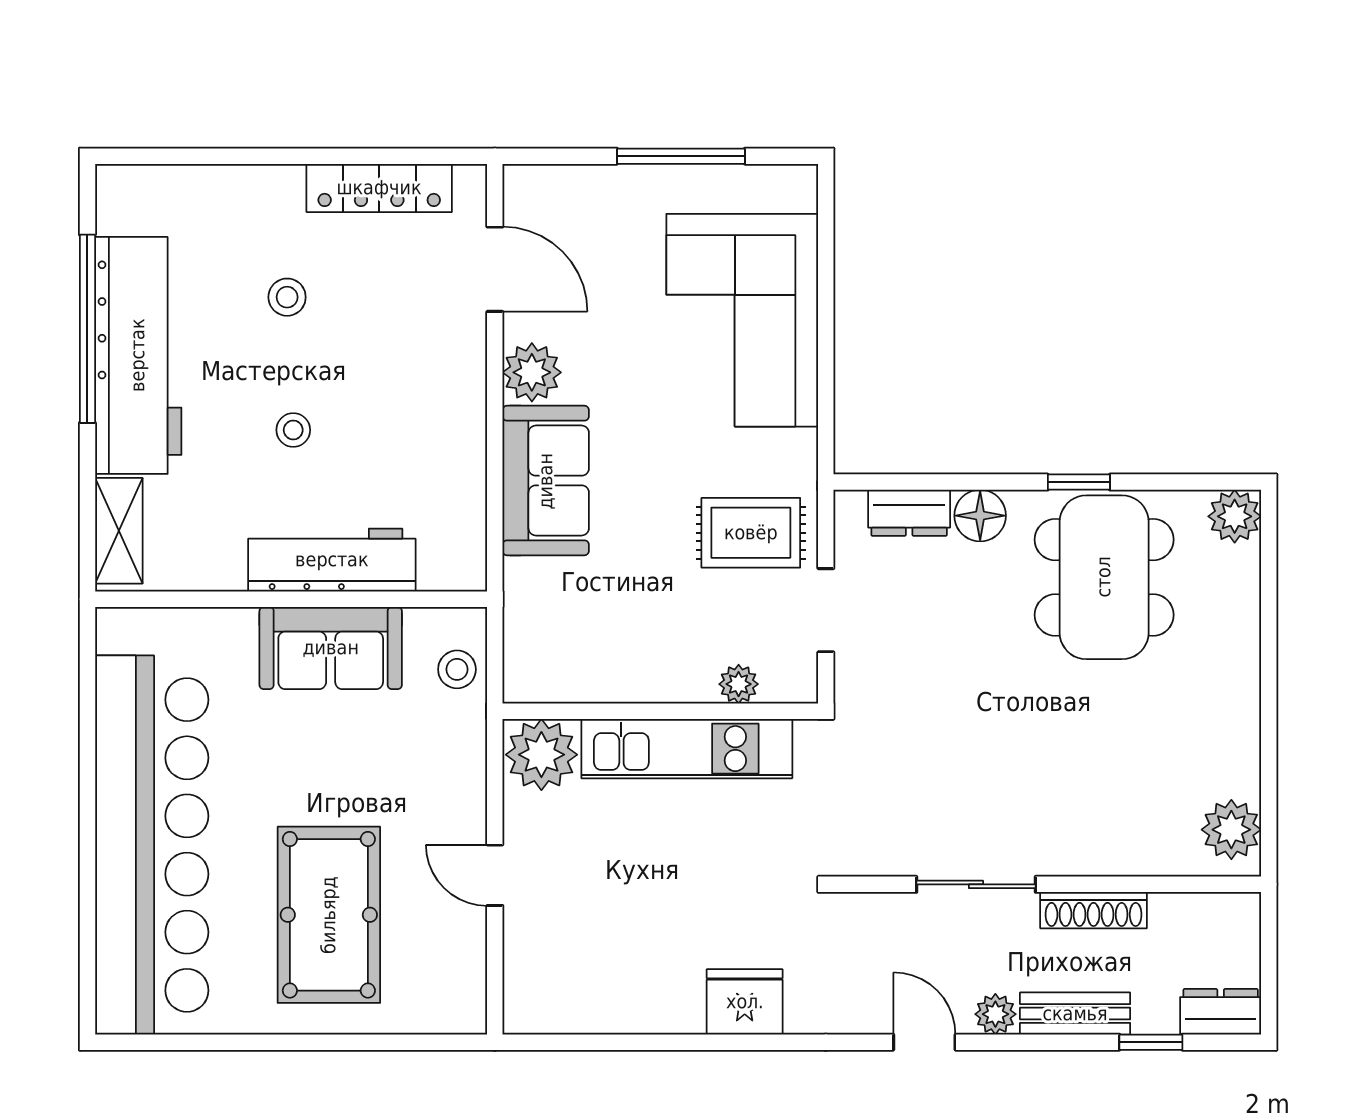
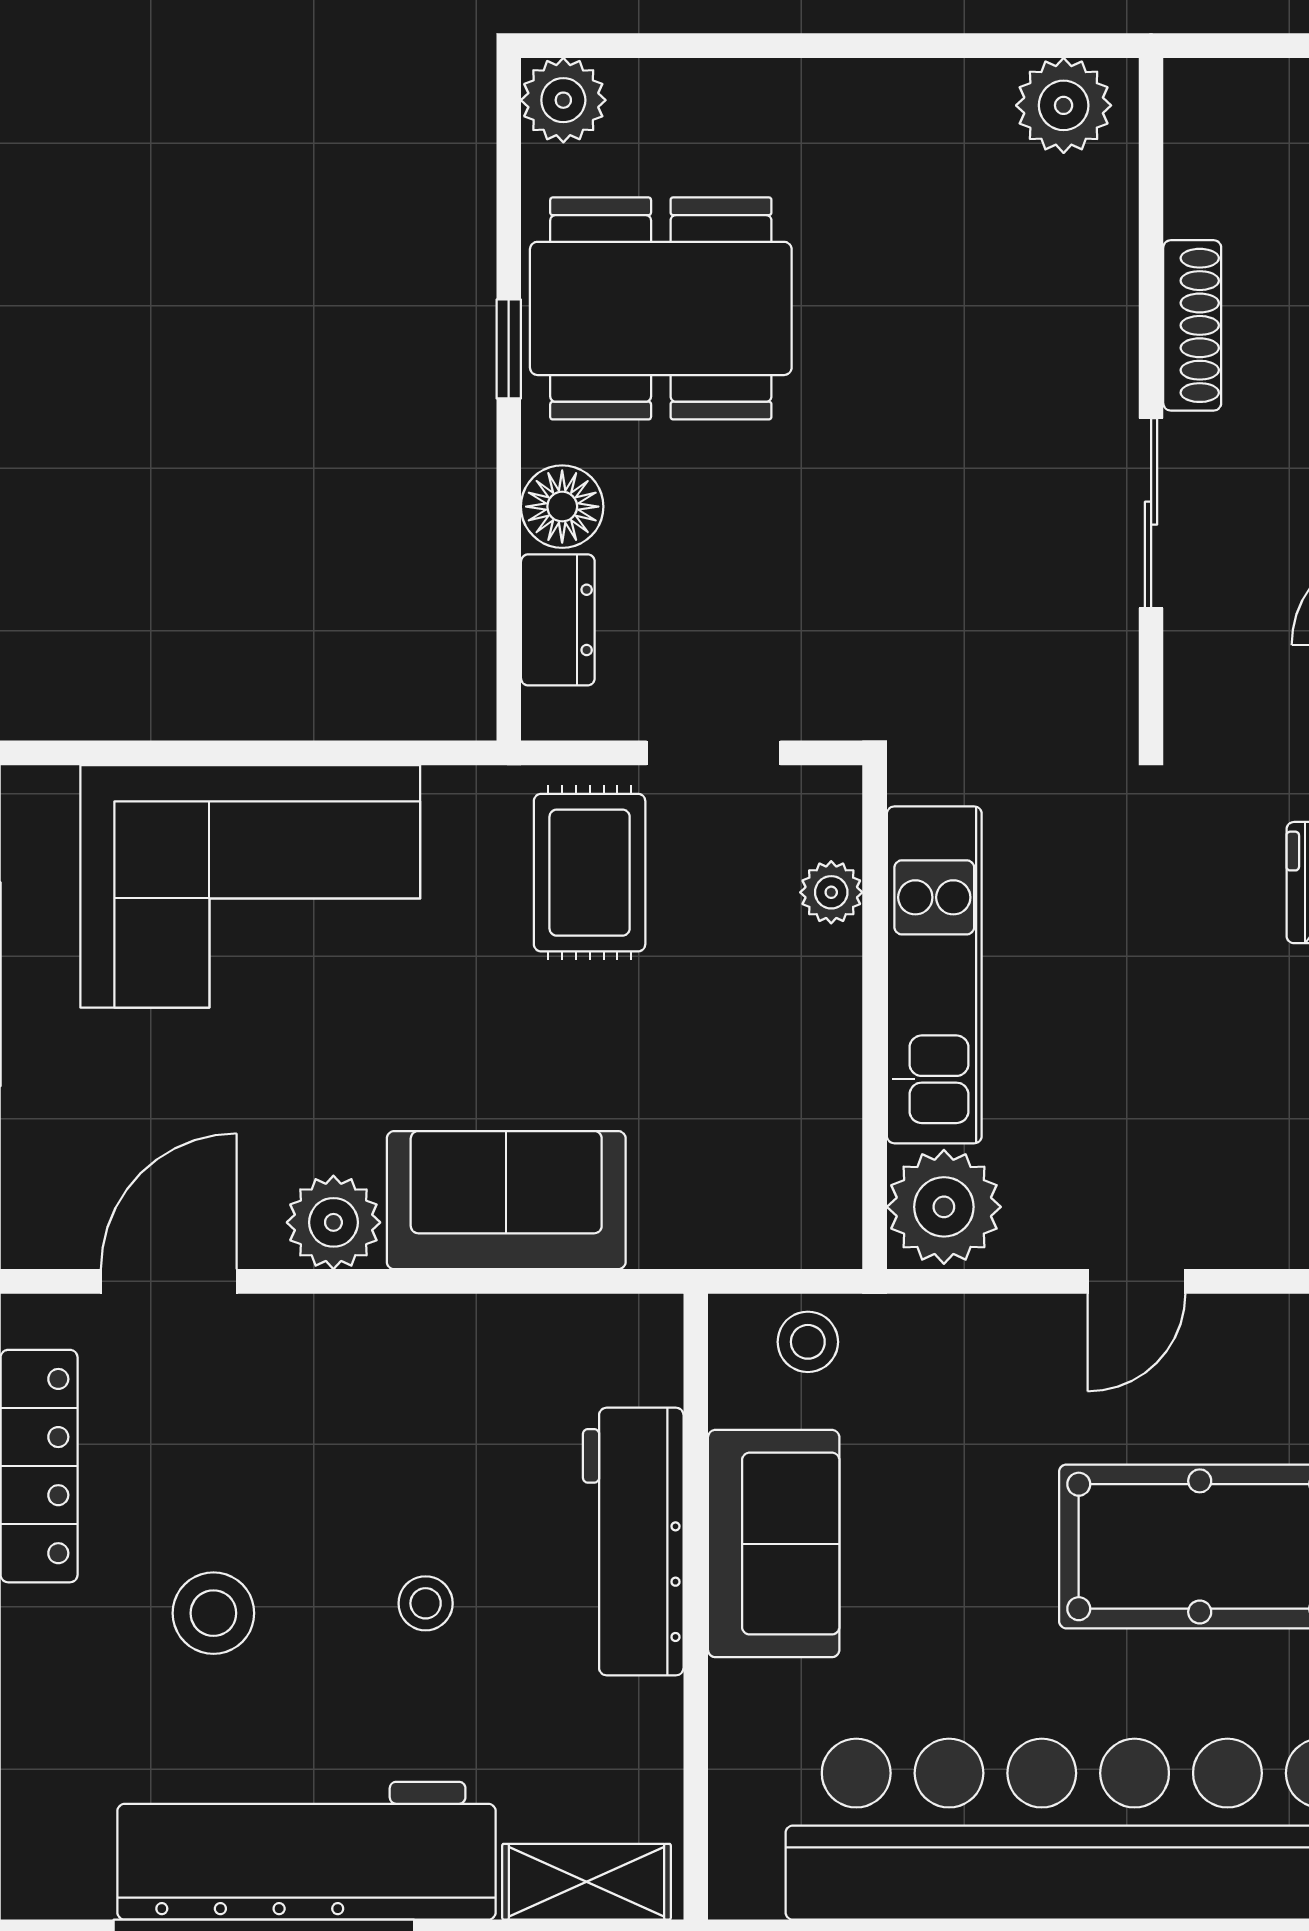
stool: (287, 297) -> (213, 1613), width x1.37, depth x1.37

